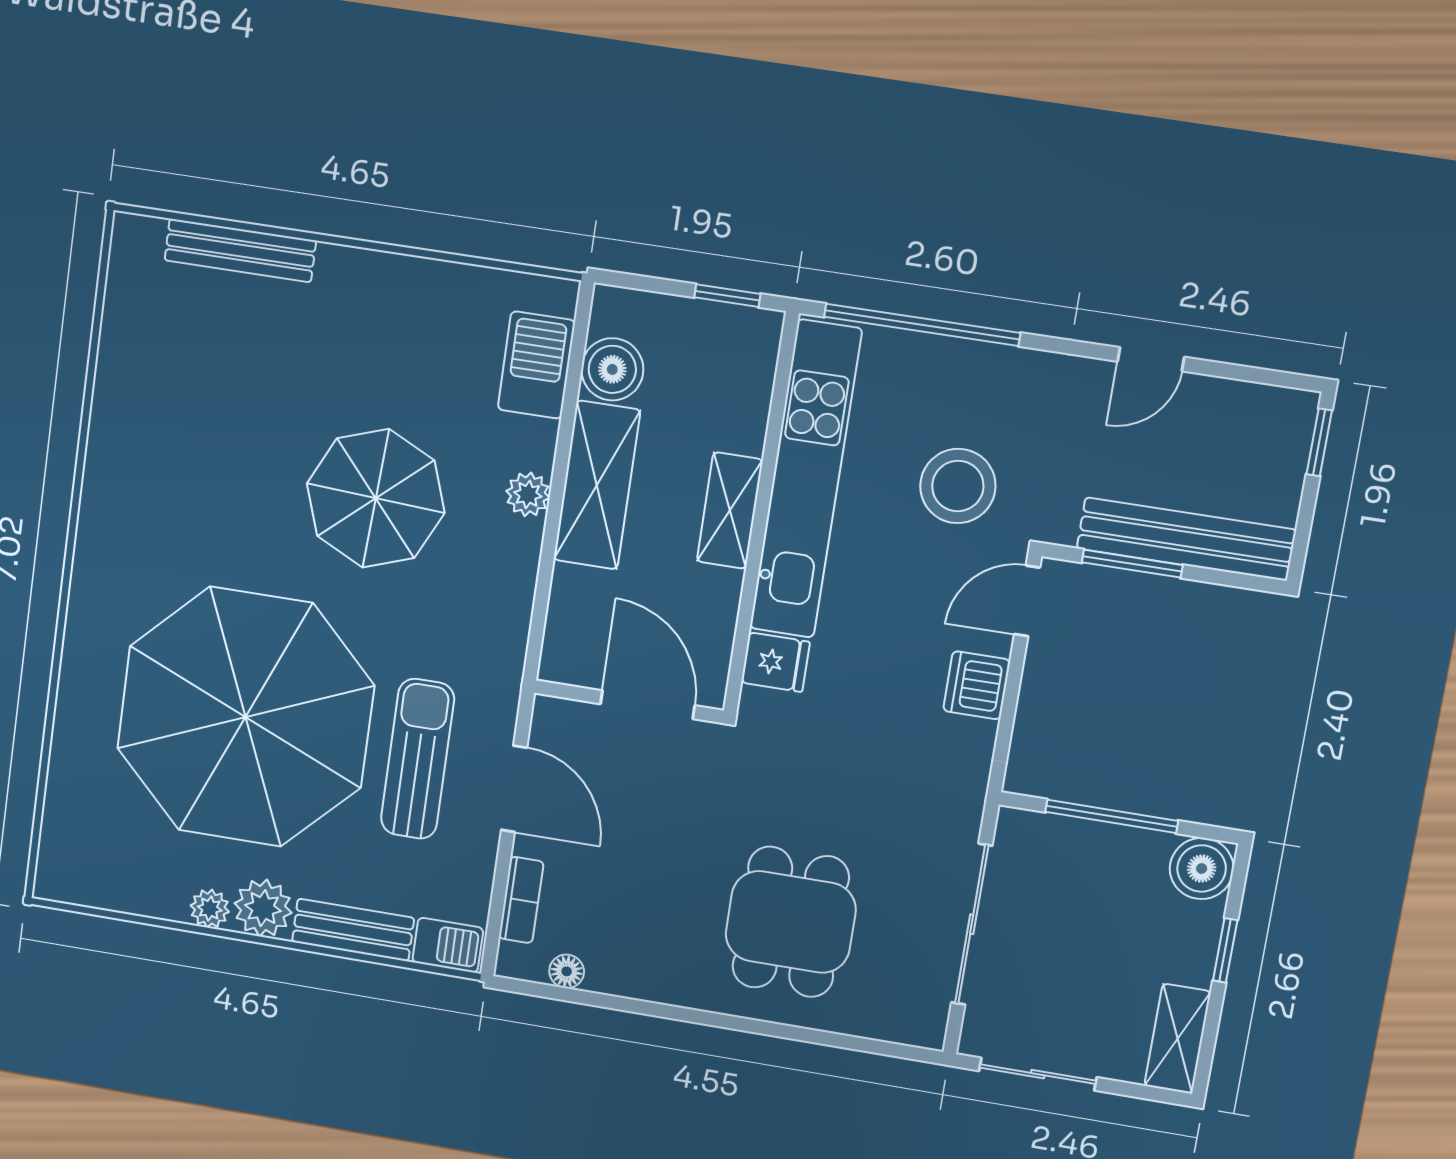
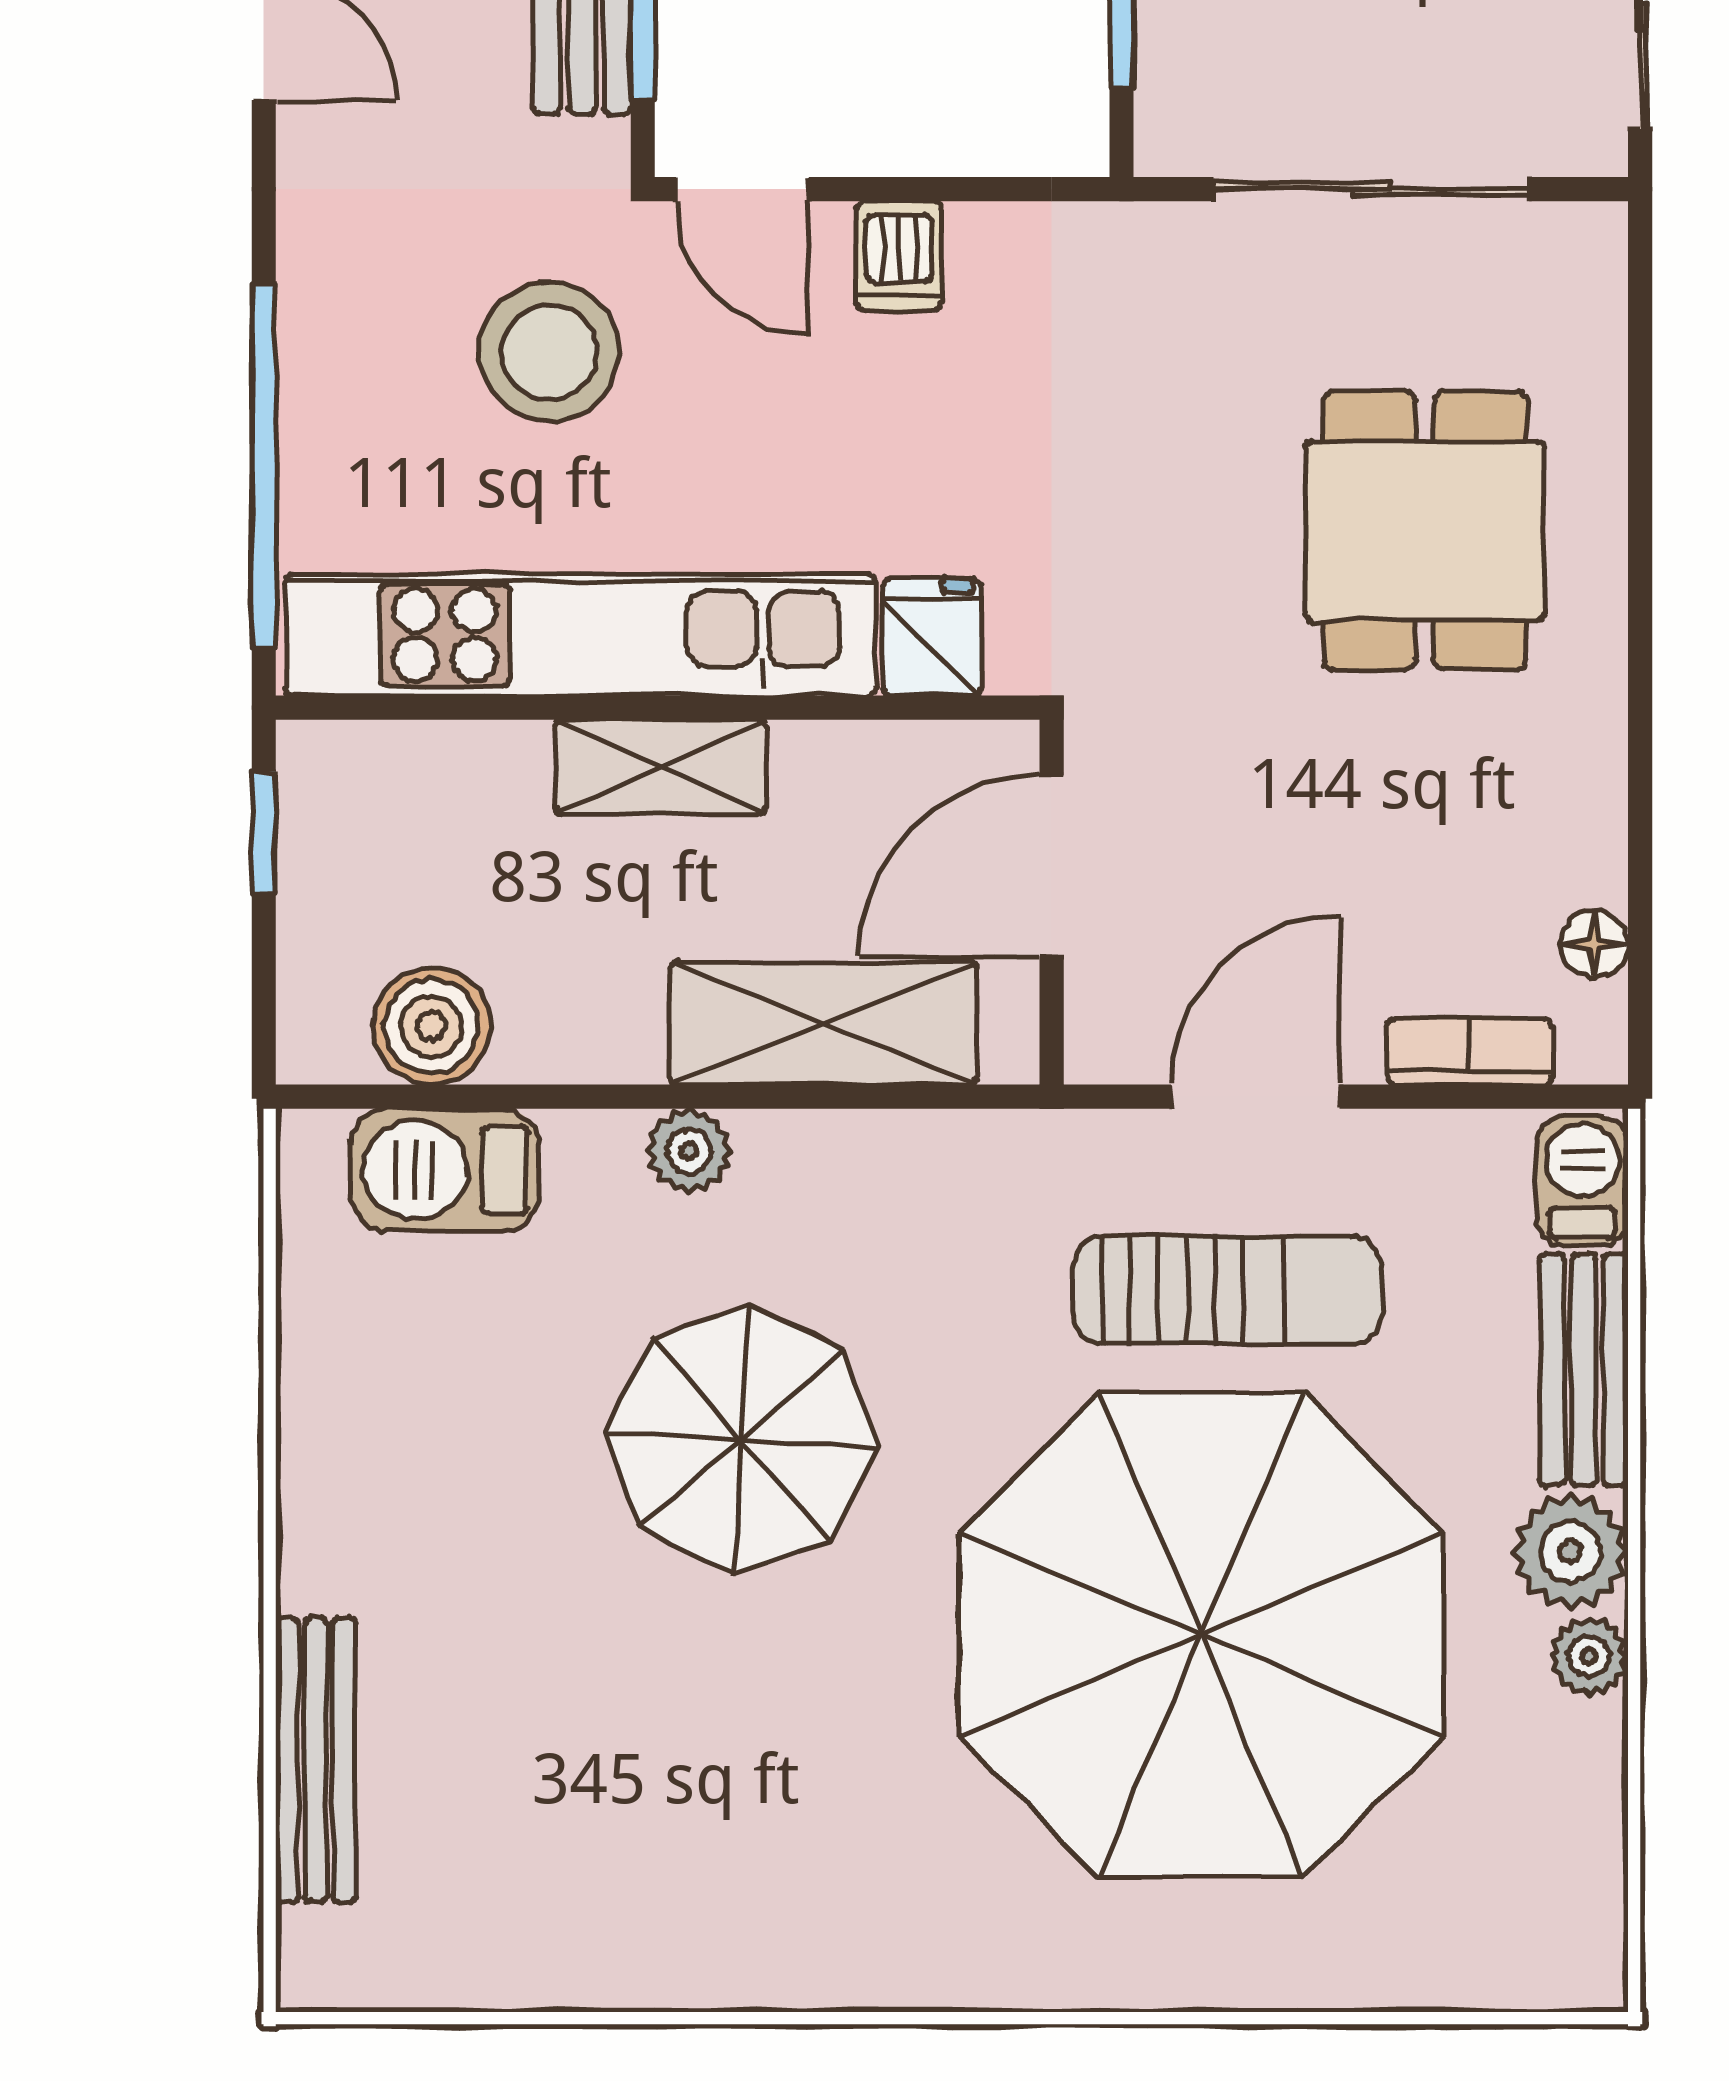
shelving: (597, 485) -> (823, 1023), moved
dishwasher: (977, 685) -> (899, 256), width x0.73
sun lounger: (418, 759) -> (1228, 1290), turned 180
dining table: (791, 922) -> (1425, 531), turned 90

